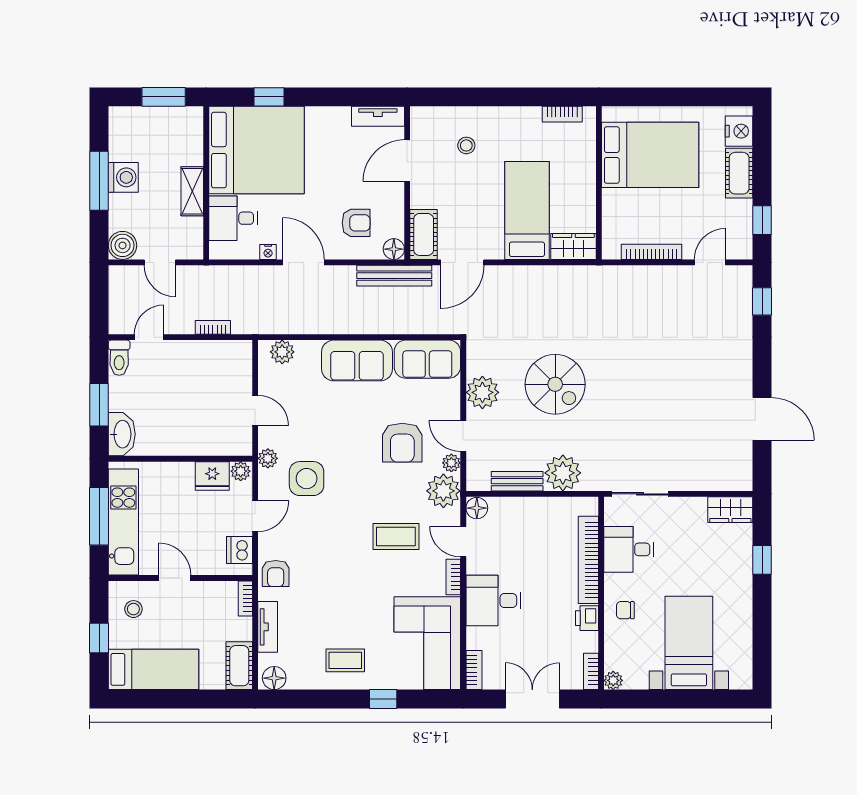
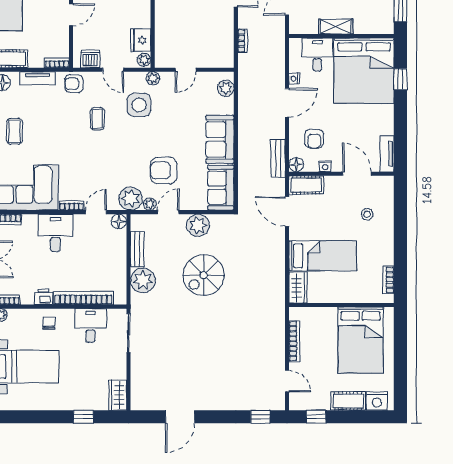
nightstand: (396, 207) -> (325, 166), added
bench: (394, 276) -> (278, 158), width x0.73
coffee table: (396, 536) -> (97, 119), moved, width x0.73, depth x0.77

